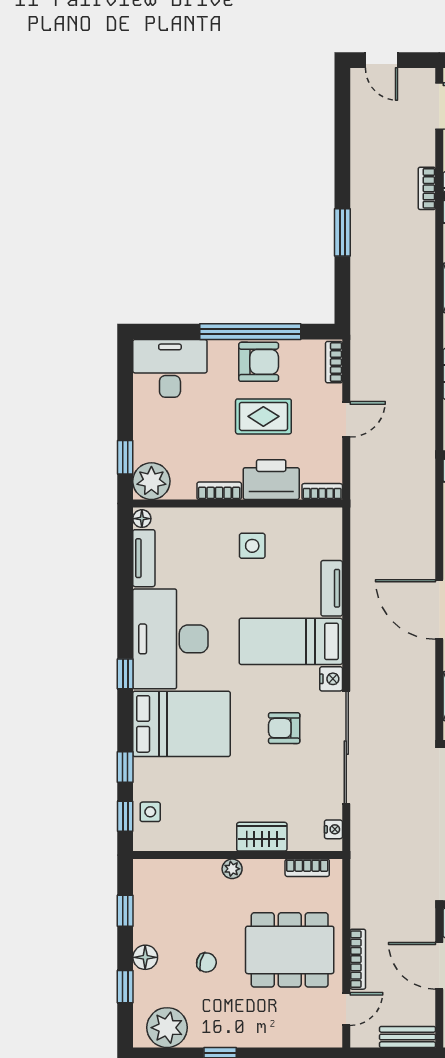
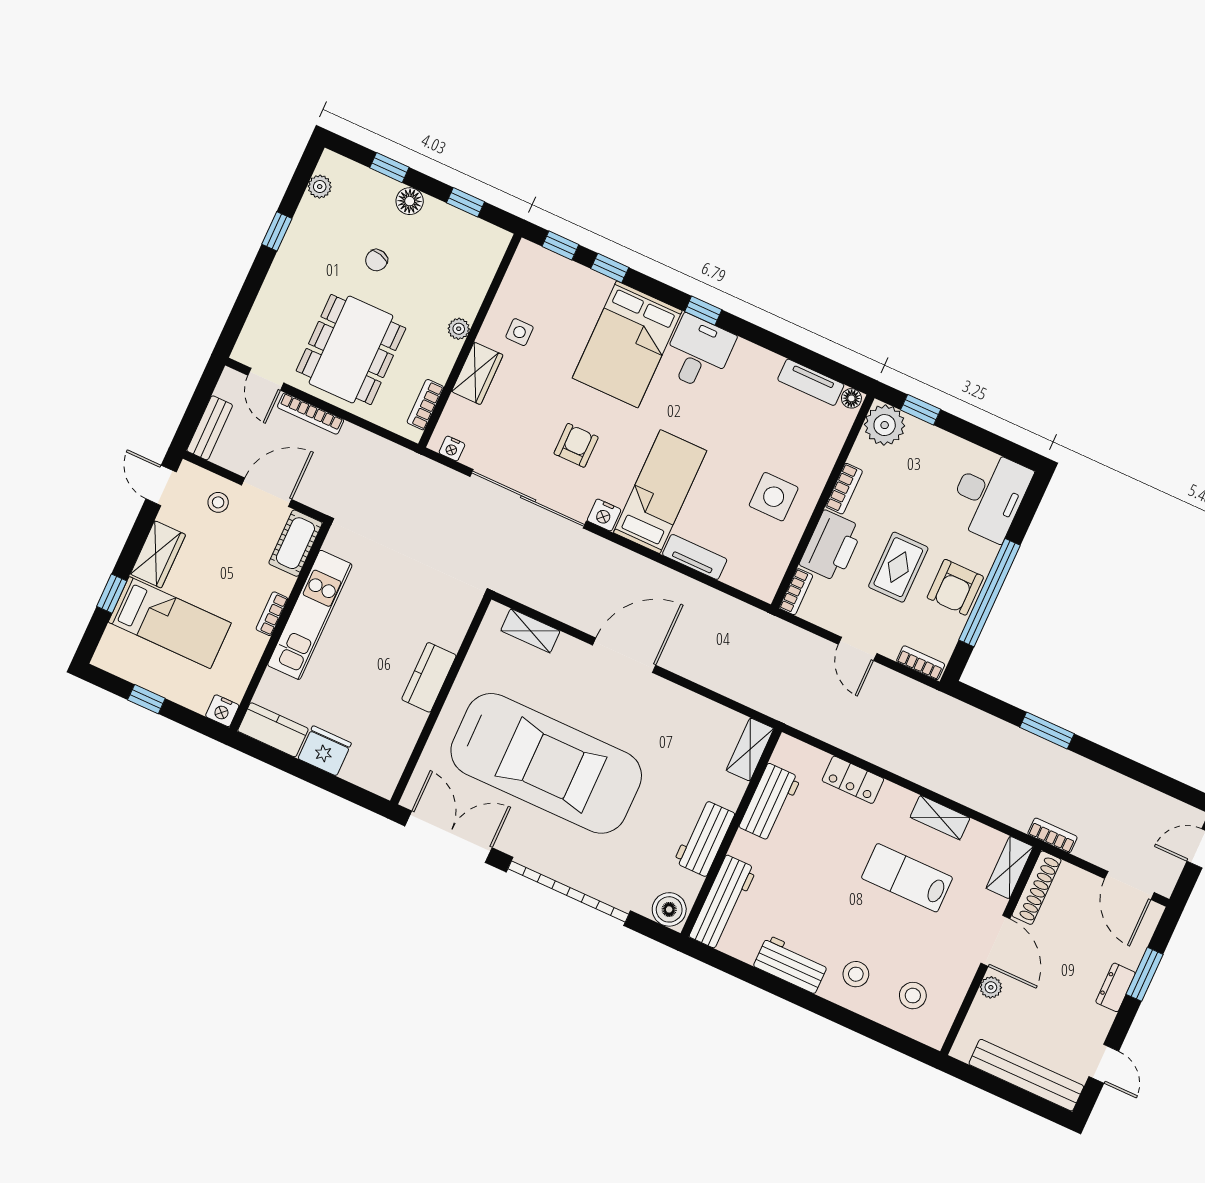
side table: (252, 546) -> (774, 497), width x1.37, depth x1.37
desk: (170, 639) -> (698, 353), width x0.53, depth x0.77
side table: (150, 812) -> (520, 332), moved
plant: (167, 1028) -> (320, 187), width x0.53, depth x0.53

